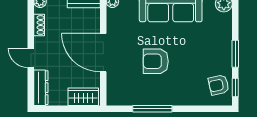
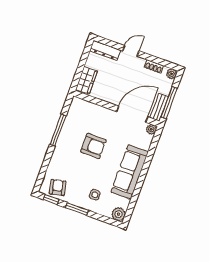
side table: (211, 39) -> (95, 195), added
door: (103, 53) -> (132, 114), moved
armchair: (156, 61) -> (93, 146), turned 90

